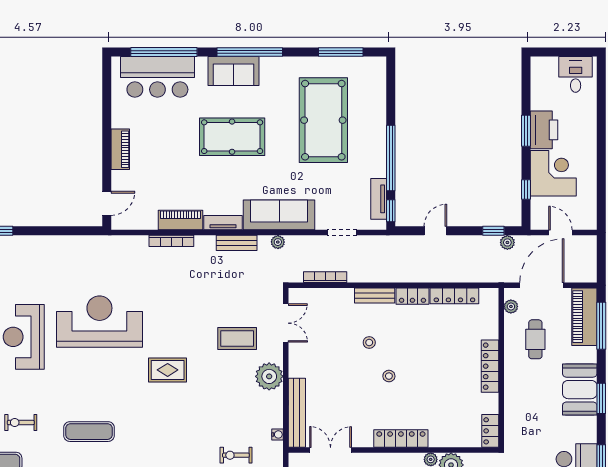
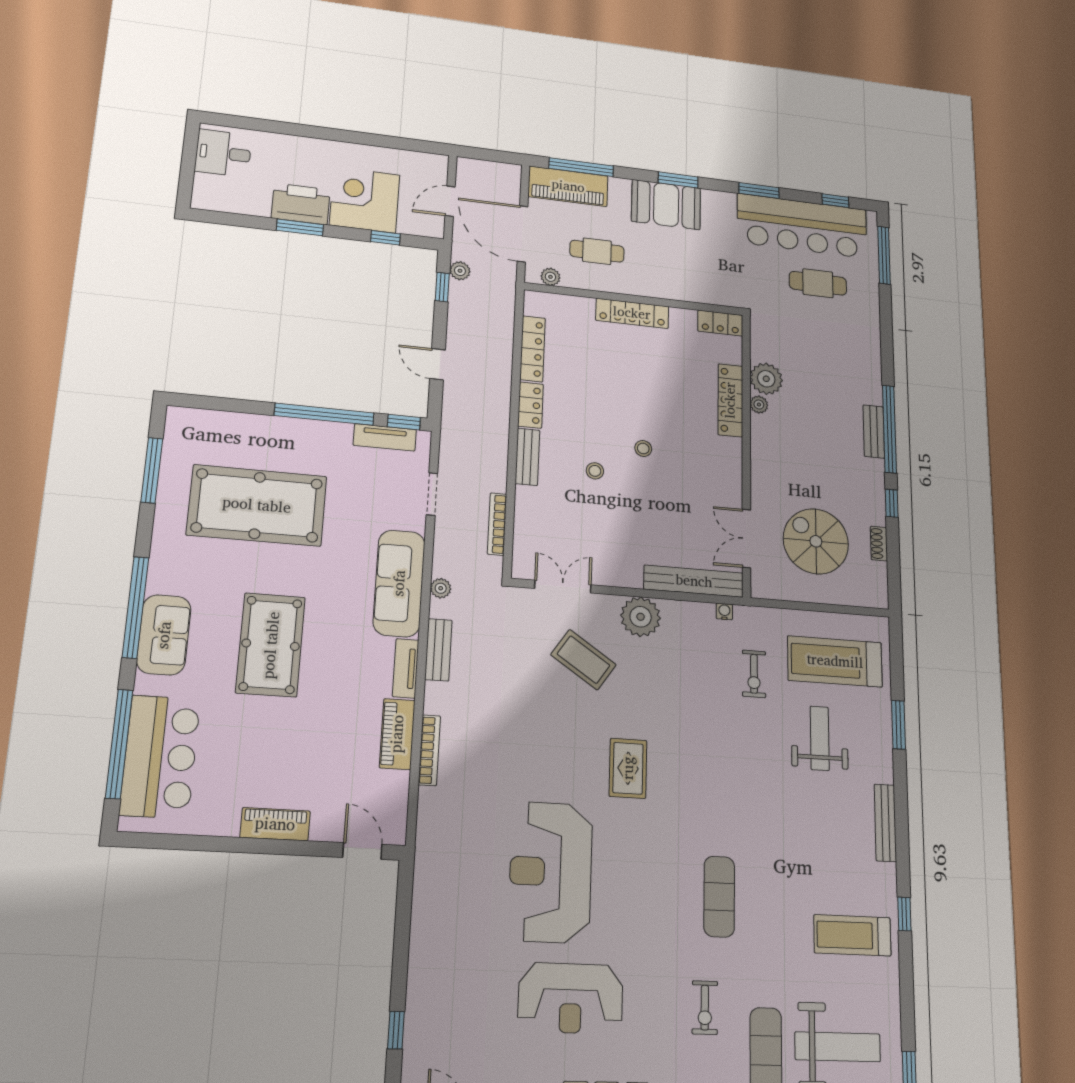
coffee table: (237, 338) -> (583, 660), turned -56
locker: (401, 438) -> (730, 400), moved

